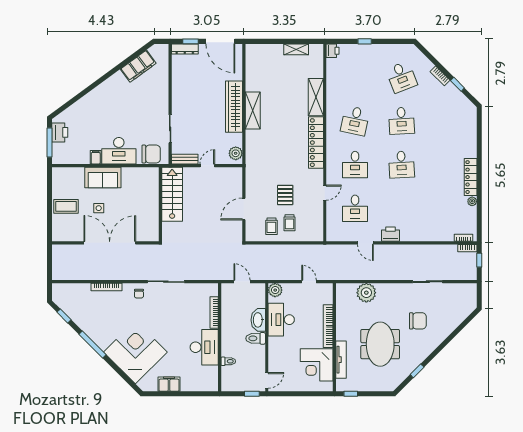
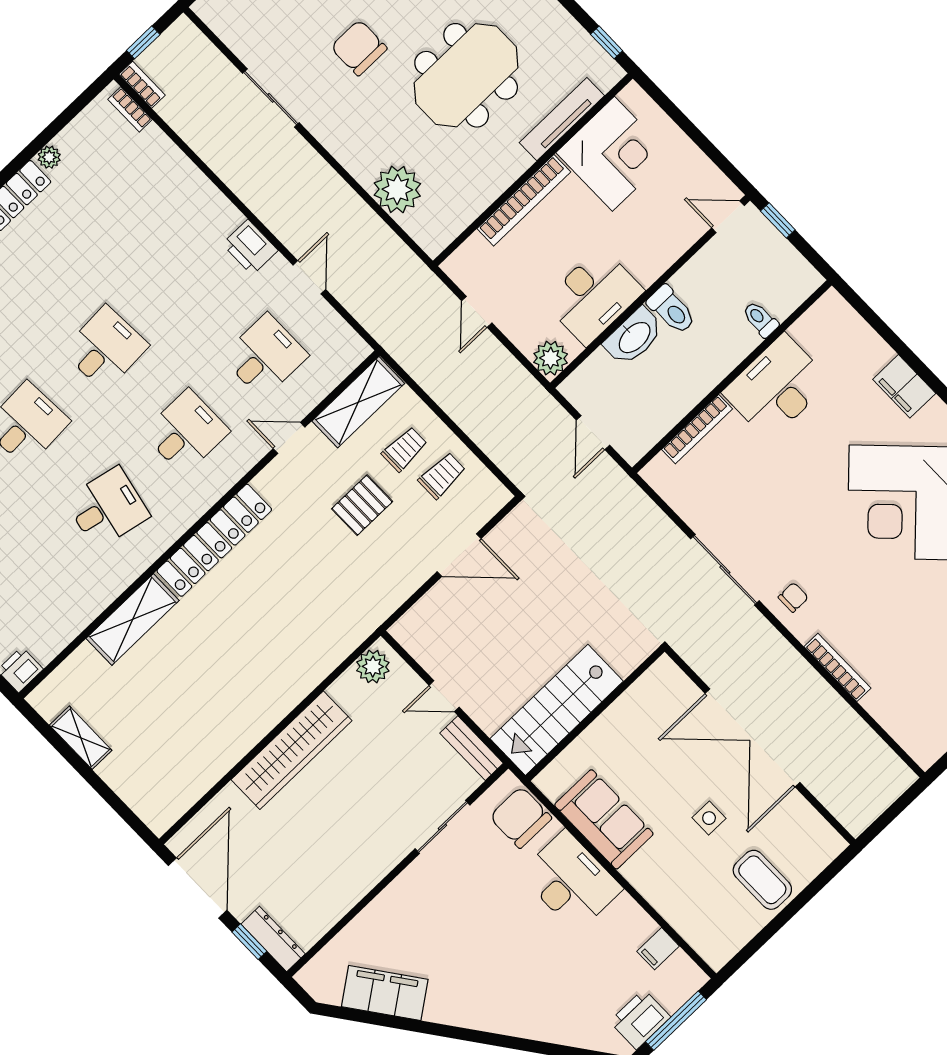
shelving: (253, 110) -> (358, 402), moved
filing cabinet: (96, 157) -> (658, 949), moved
sofa: (103, 177) -> (604, 819), moved

